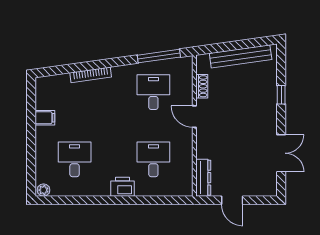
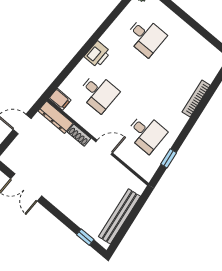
window: (159, 56) -> (169, 158), width x0.46
shoe rack: (202, 86) -> (79, 135), moved
window: (281, 95) -> (85, 237), moved
filing cabinet: (45, 118) -> (60, 99), moved, turned -90

